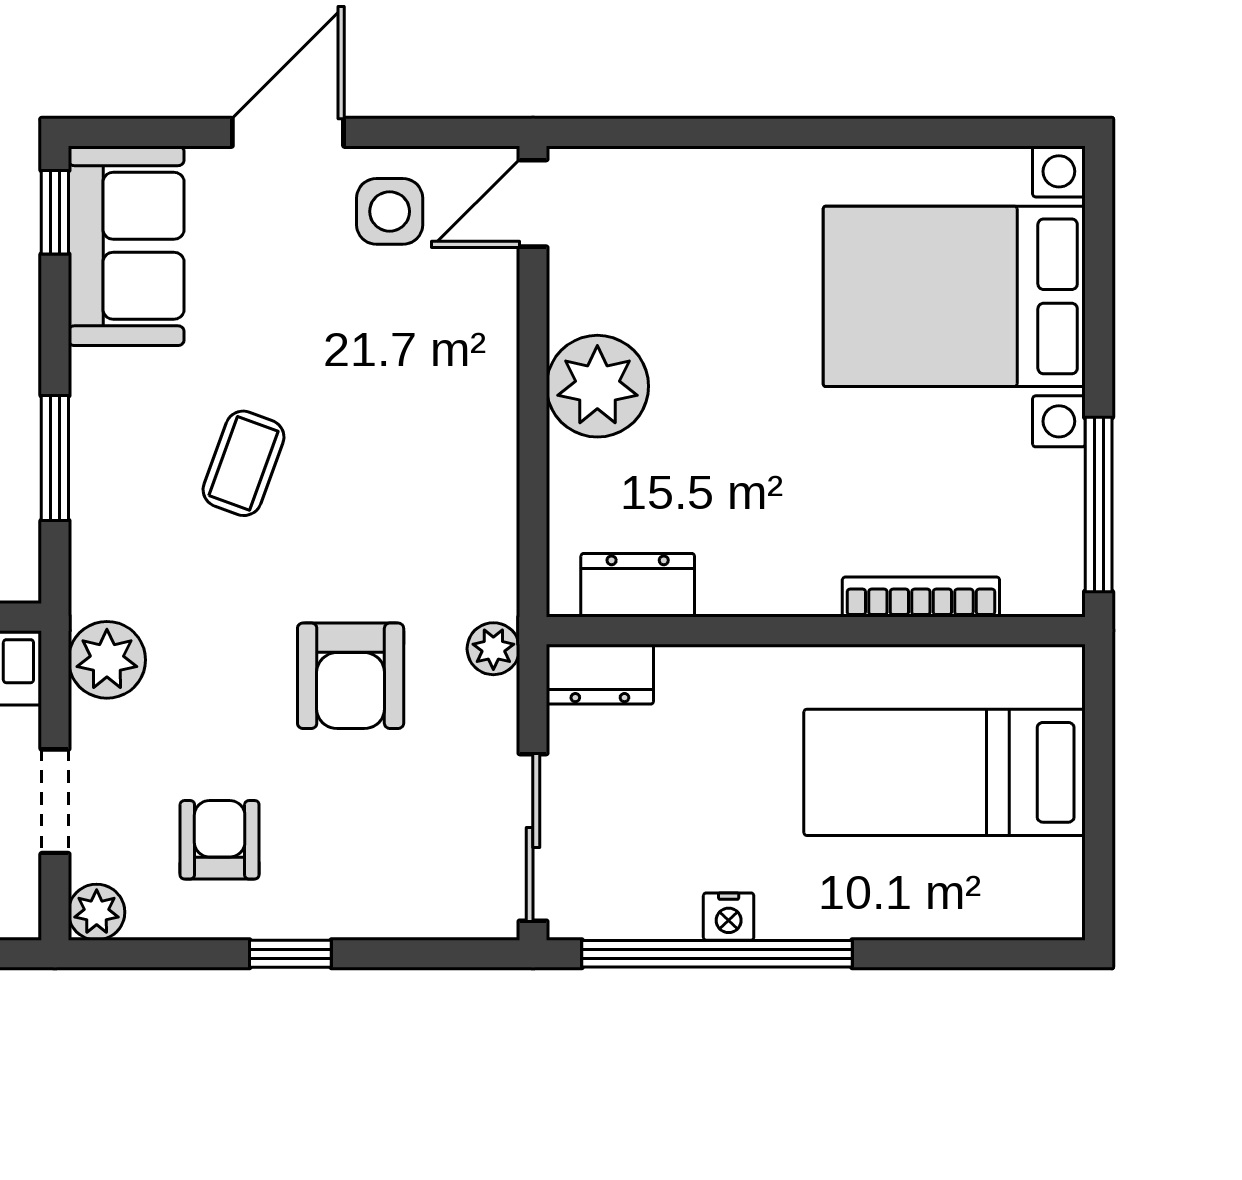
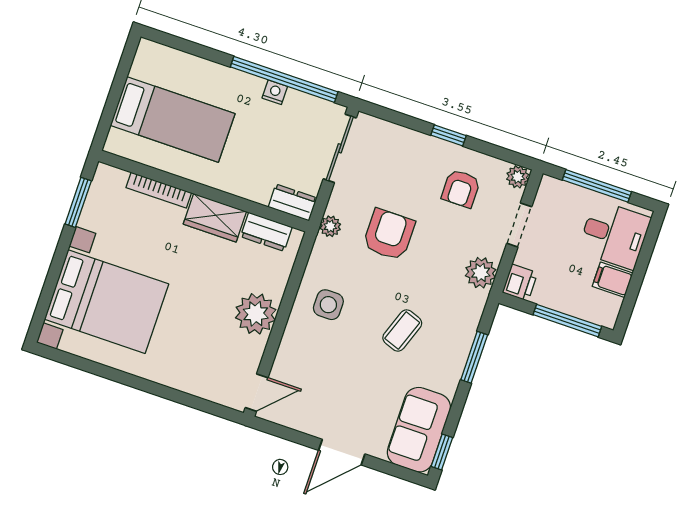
side table: (390, 211) -> (328, 305), moved
window: (1099, 504) -> (78, 202), width x0.69
wardrobe: (768, 577) -> (215, 218), added

